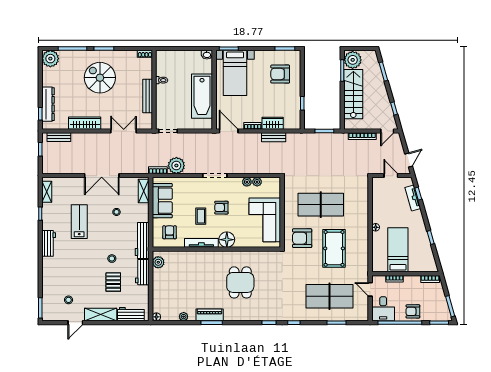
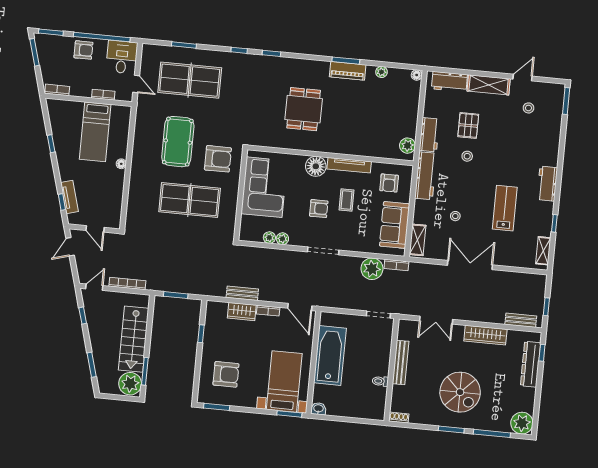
lab bench: (79, 222) -> (505, 208), turned 180

